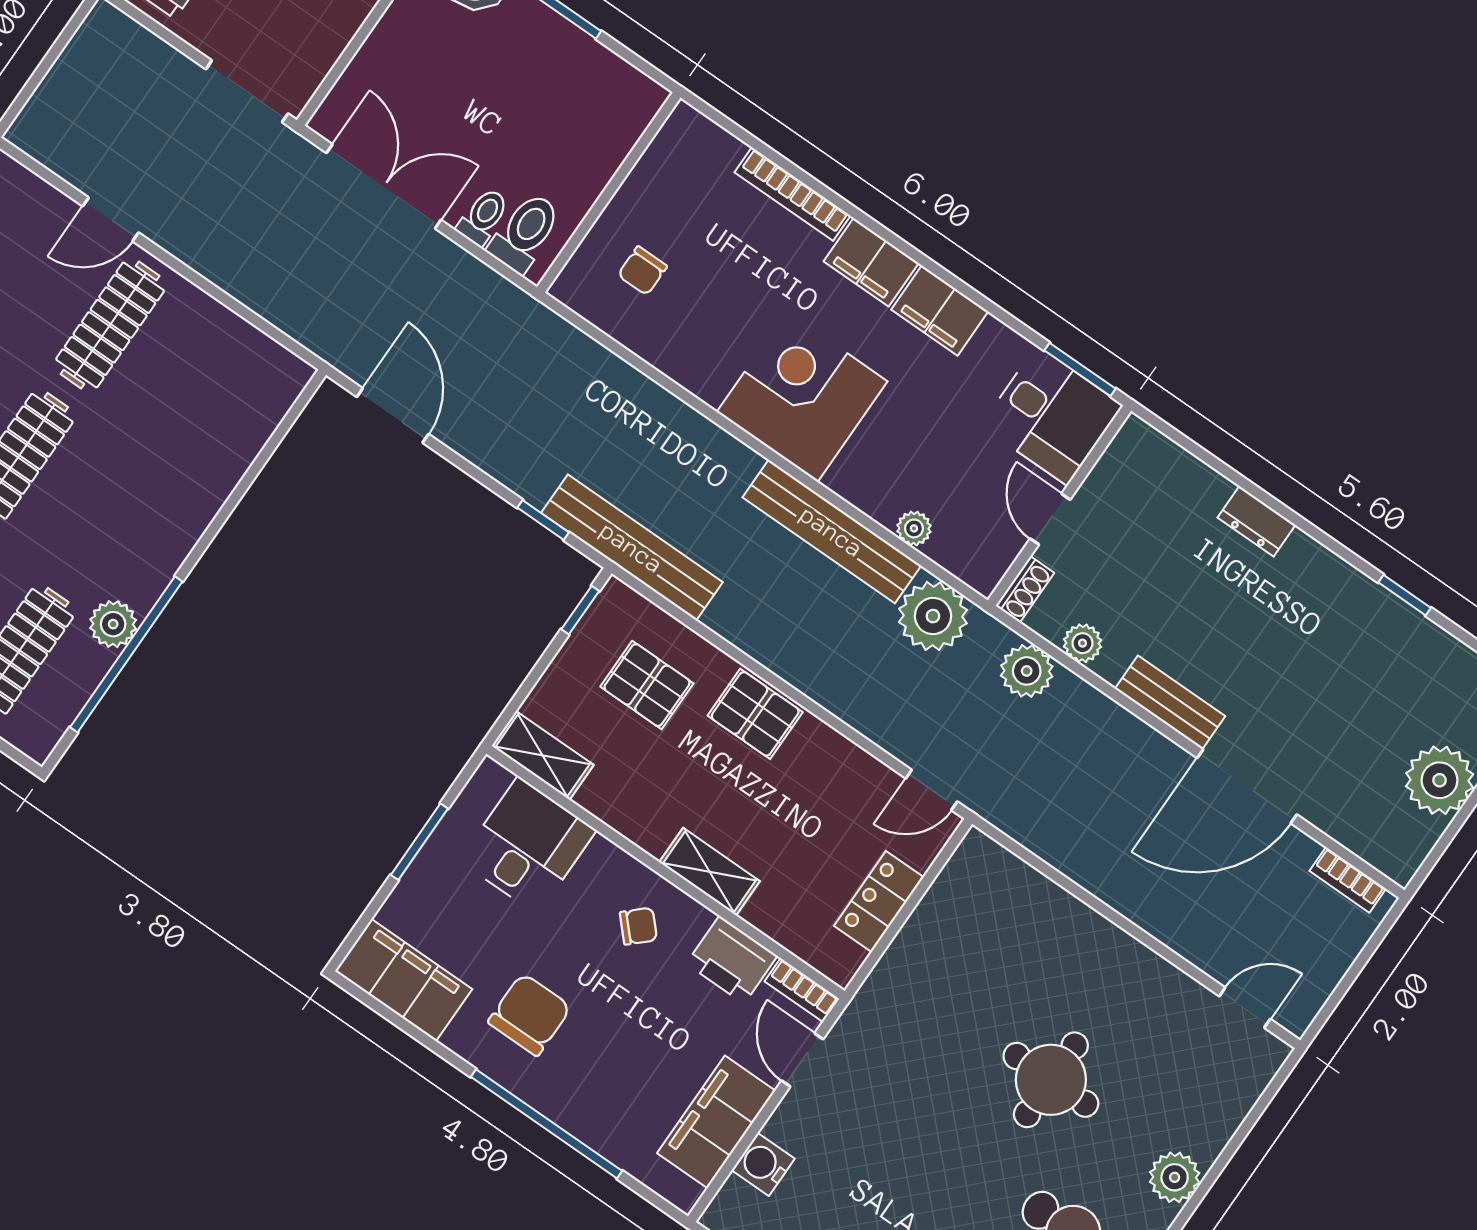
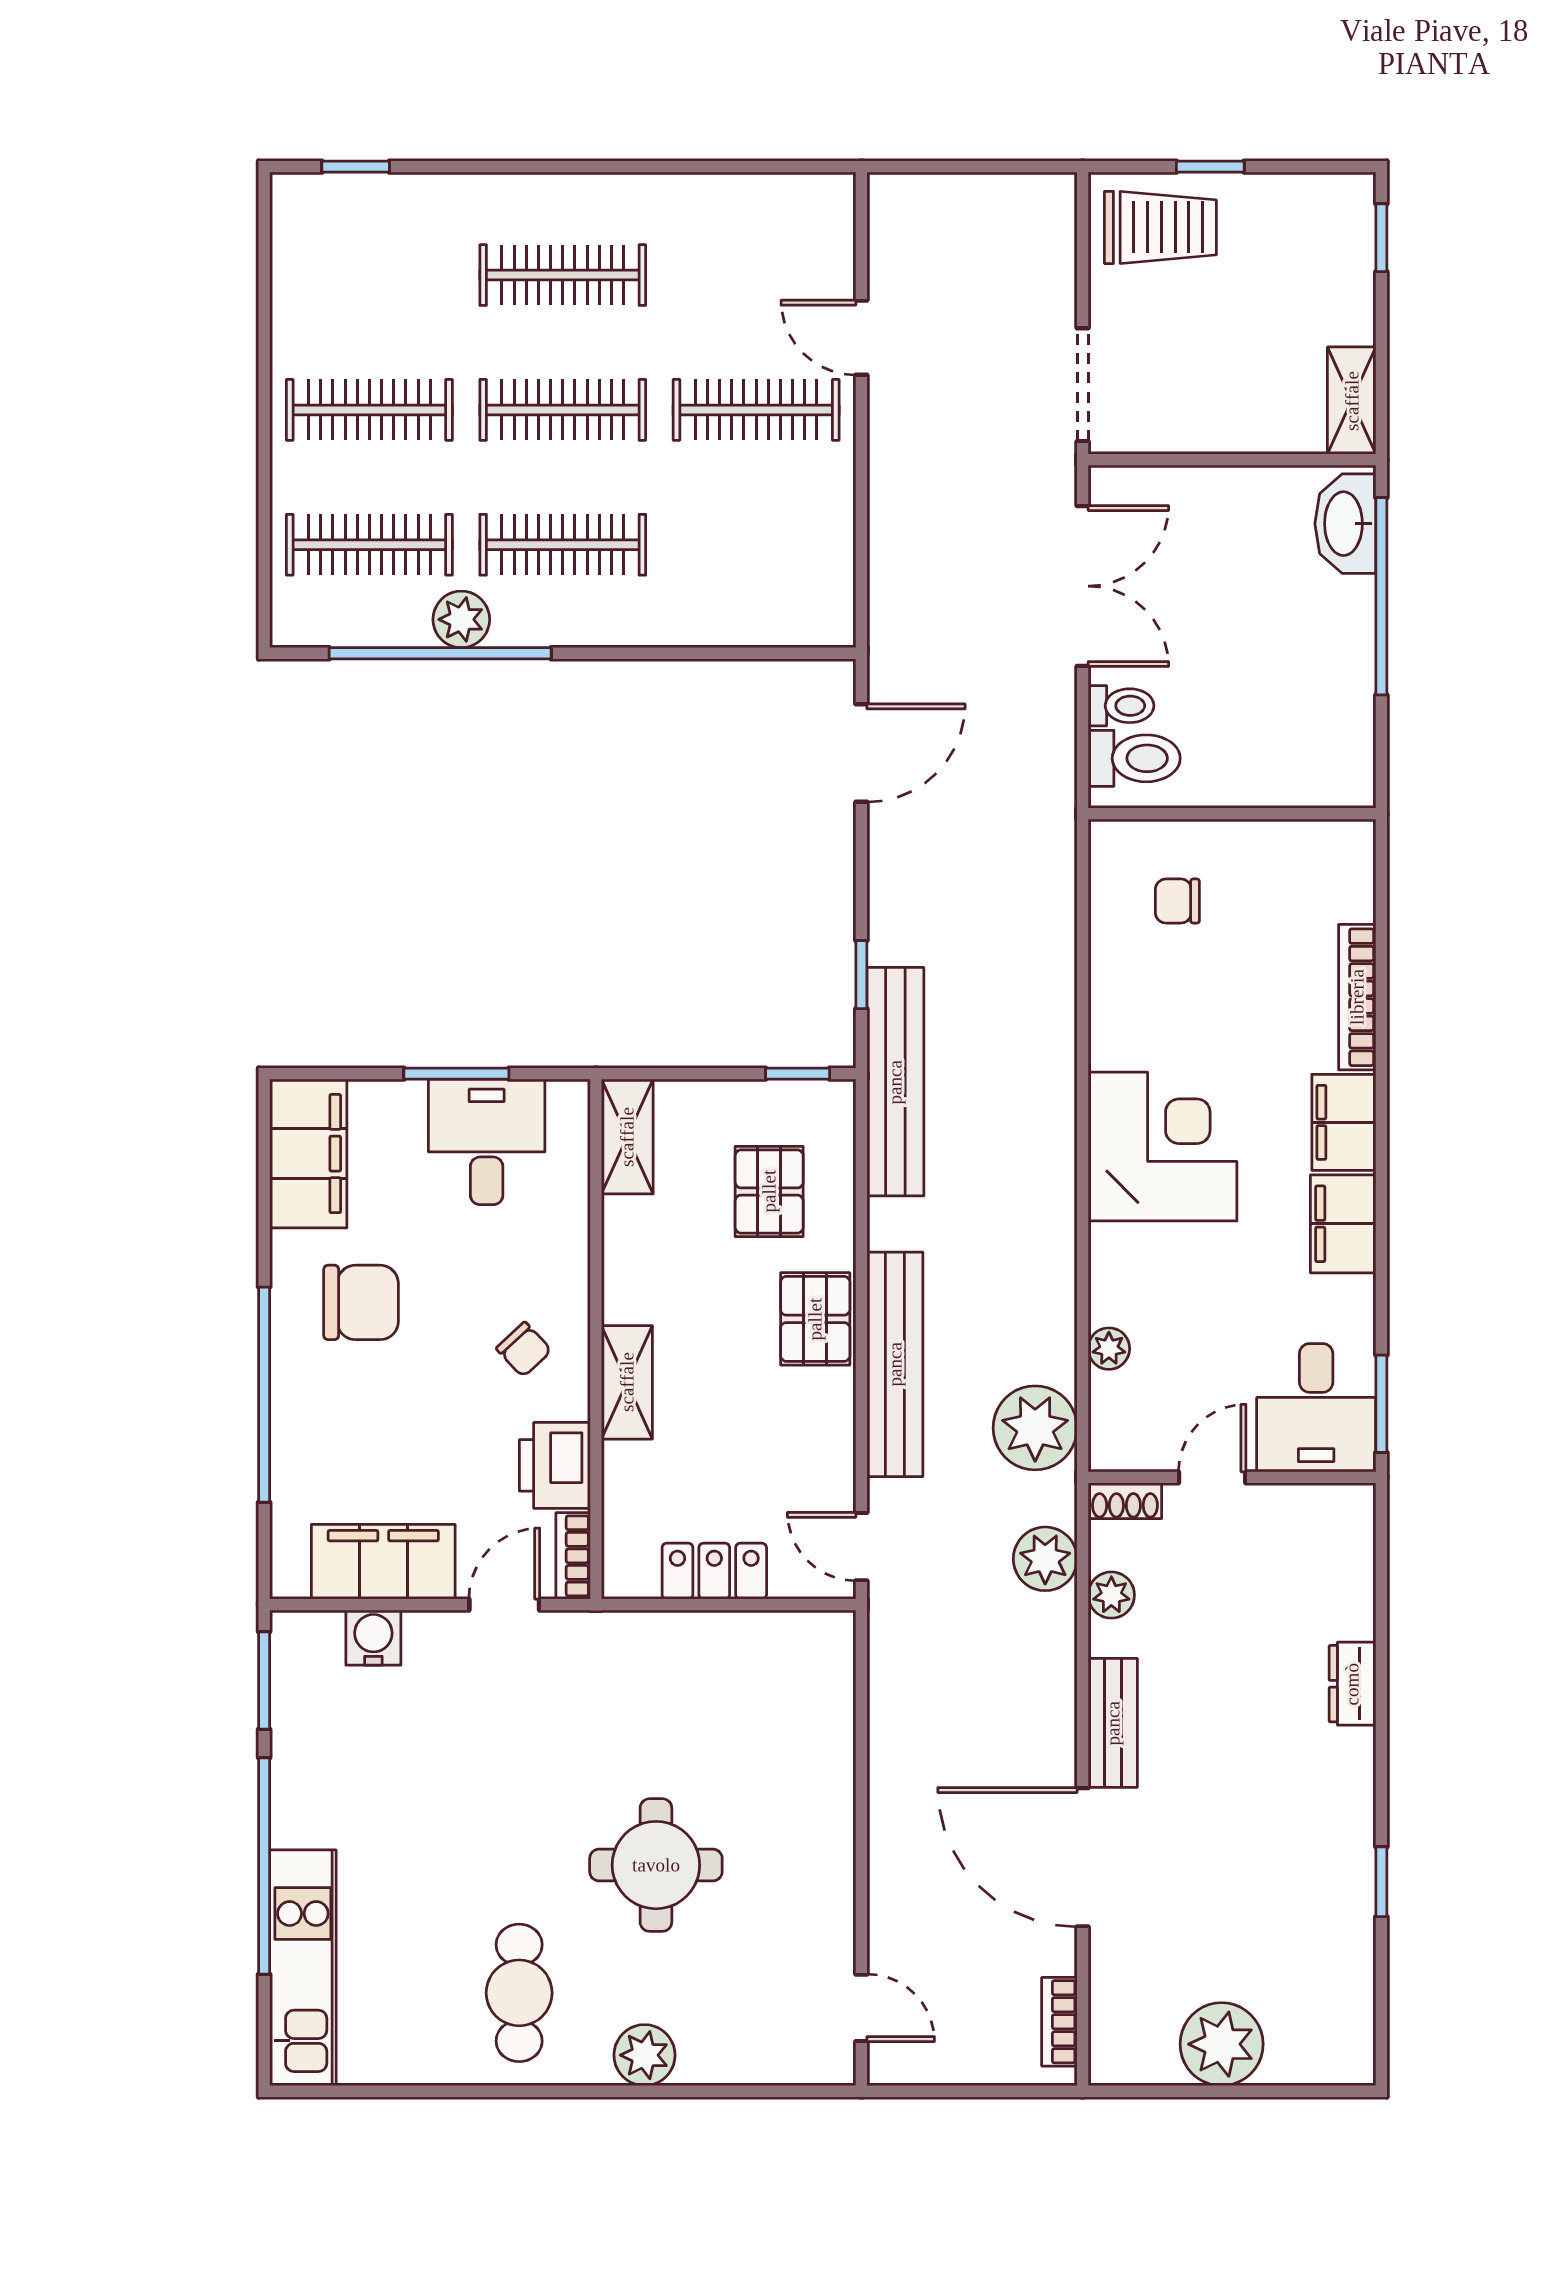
clothes rail: (110, 520) -> (563, 545), added
bench: (832, 532) -> (895, 1364), moved
desk: (528, 845) -> (487, 1142), moved, turned -90

